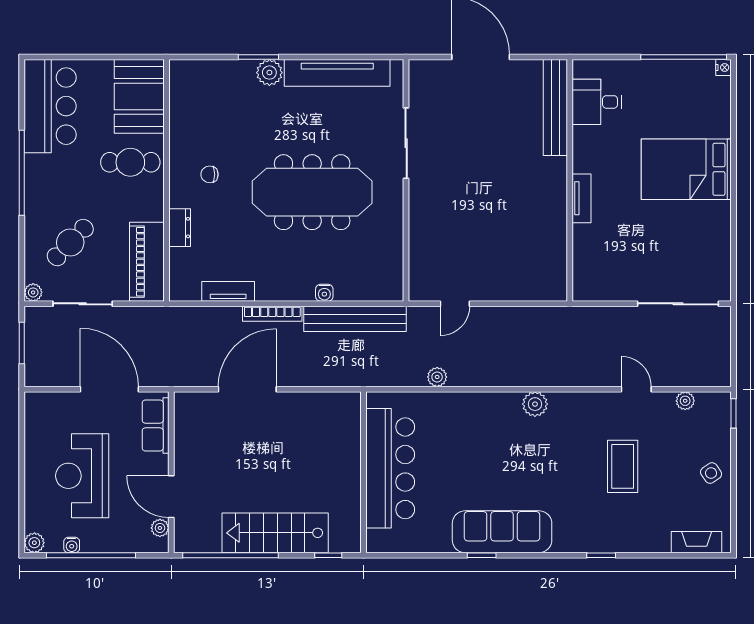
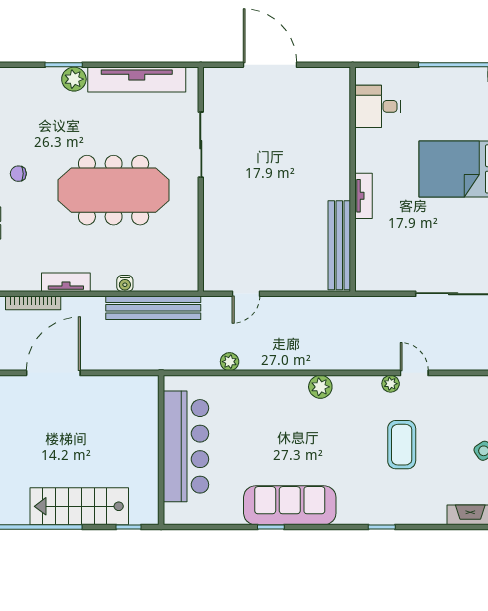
bench: (555, 108) -> (339, 245), moved
tv unit: (228, 291) -> (66, 282), moved
bookcase: (272, 314) -> (33, 303), moved
plant: (685, 401) -> (391, 384), moved

